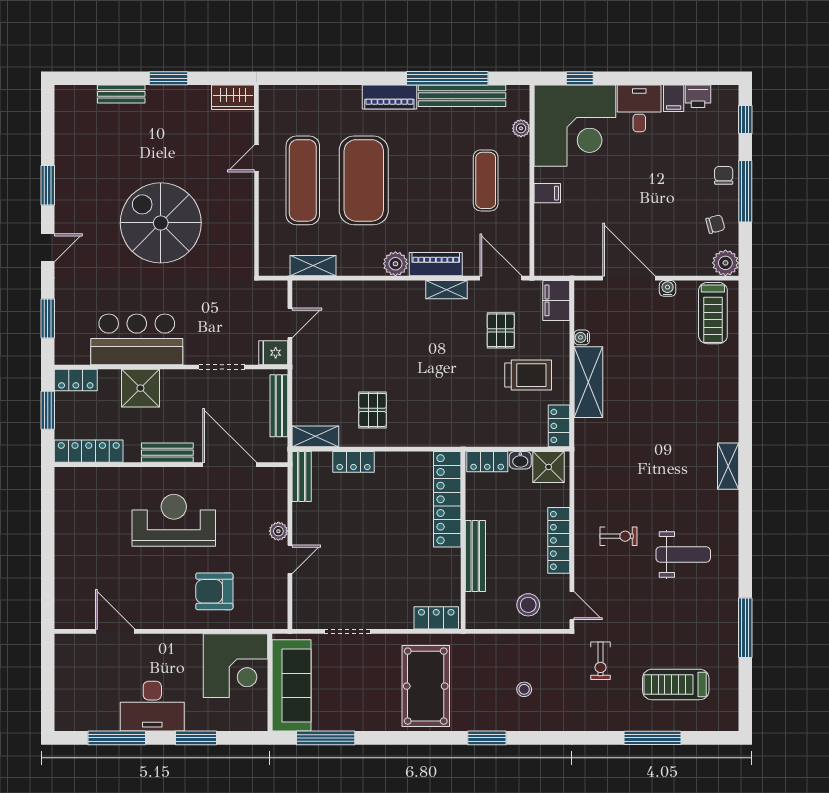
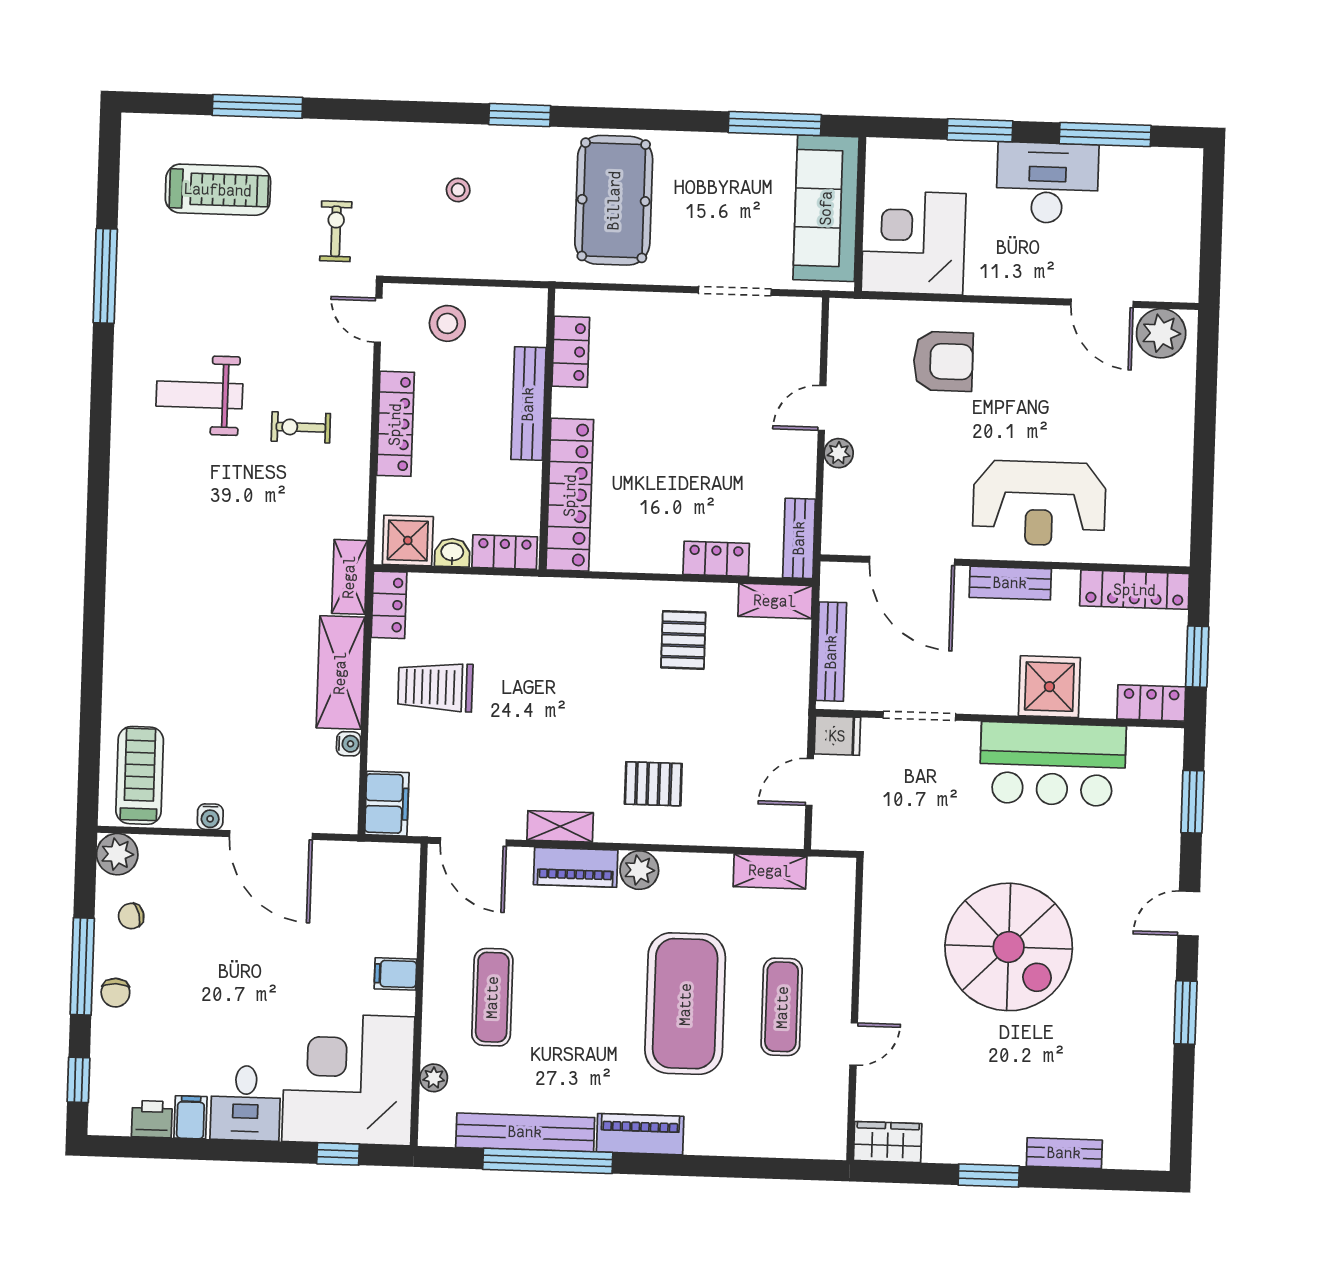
exercise mat: (303, 180) -> (782, 1007), width x0.73, depth x0.69
pallet: (501, 330) -> (653, 784), moved, turned 90
shelving: (728, 466) -> (349, 577), moved
reception desk: (174, 520) -> (1039, 503), moved
plant: (77, 614) -> (1161, 333), added
locker: (436, 618) -> (571, 352), moved, turned -90

